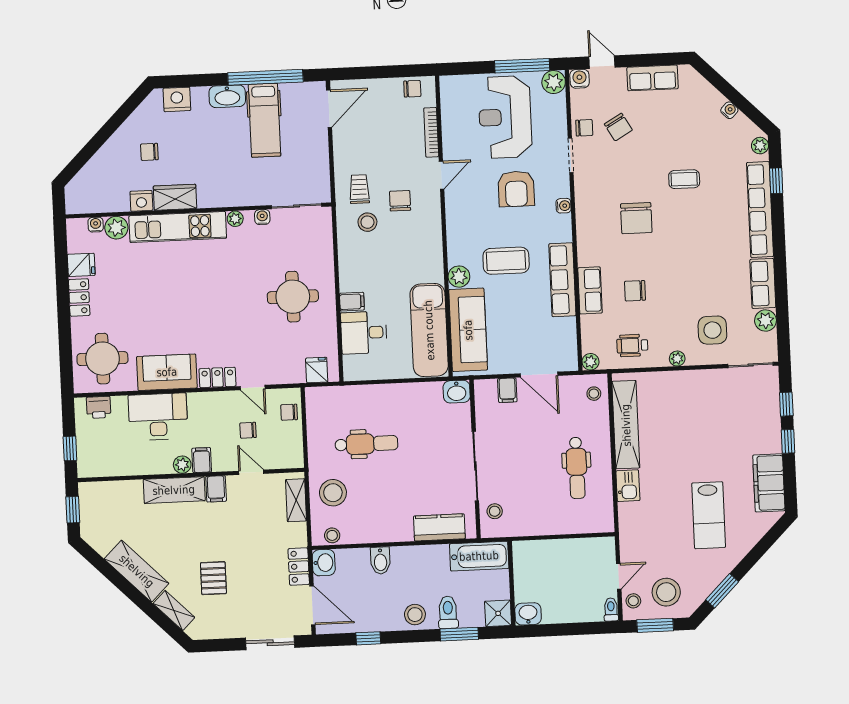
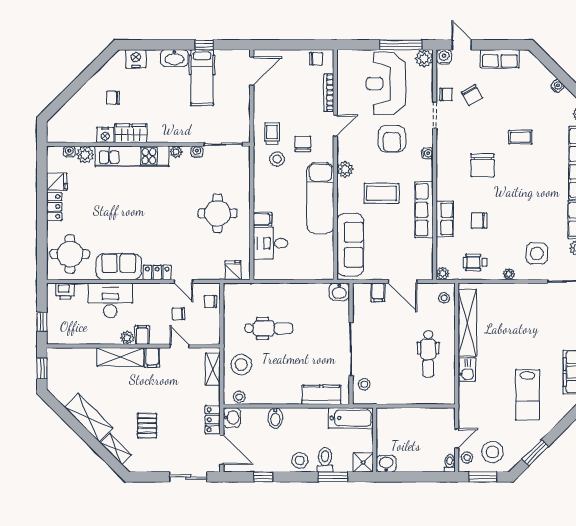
window: (265, 77) -> (204, 45), width x0.32
plant: (459, 277) -> (345, 169), moved
exam couch: (429, 330) -> (320, 198), moved

